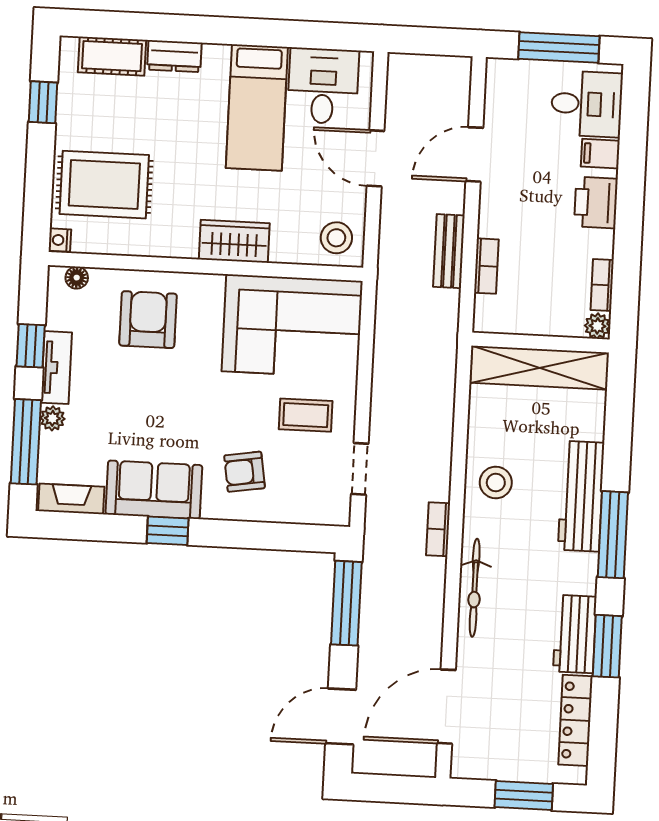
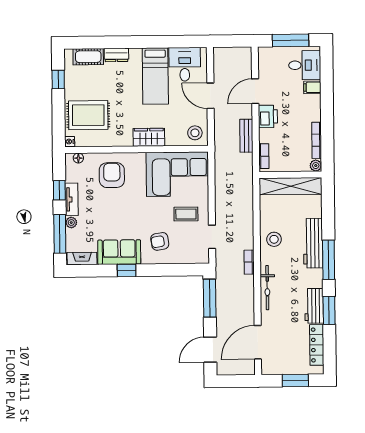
printer: (596, 203) -> (268, 116), moved, turned 180
bookcase: (486, 266) -> (264, 156), moved
bookcase: (602, 285) -> (317, 140), width x1.56

